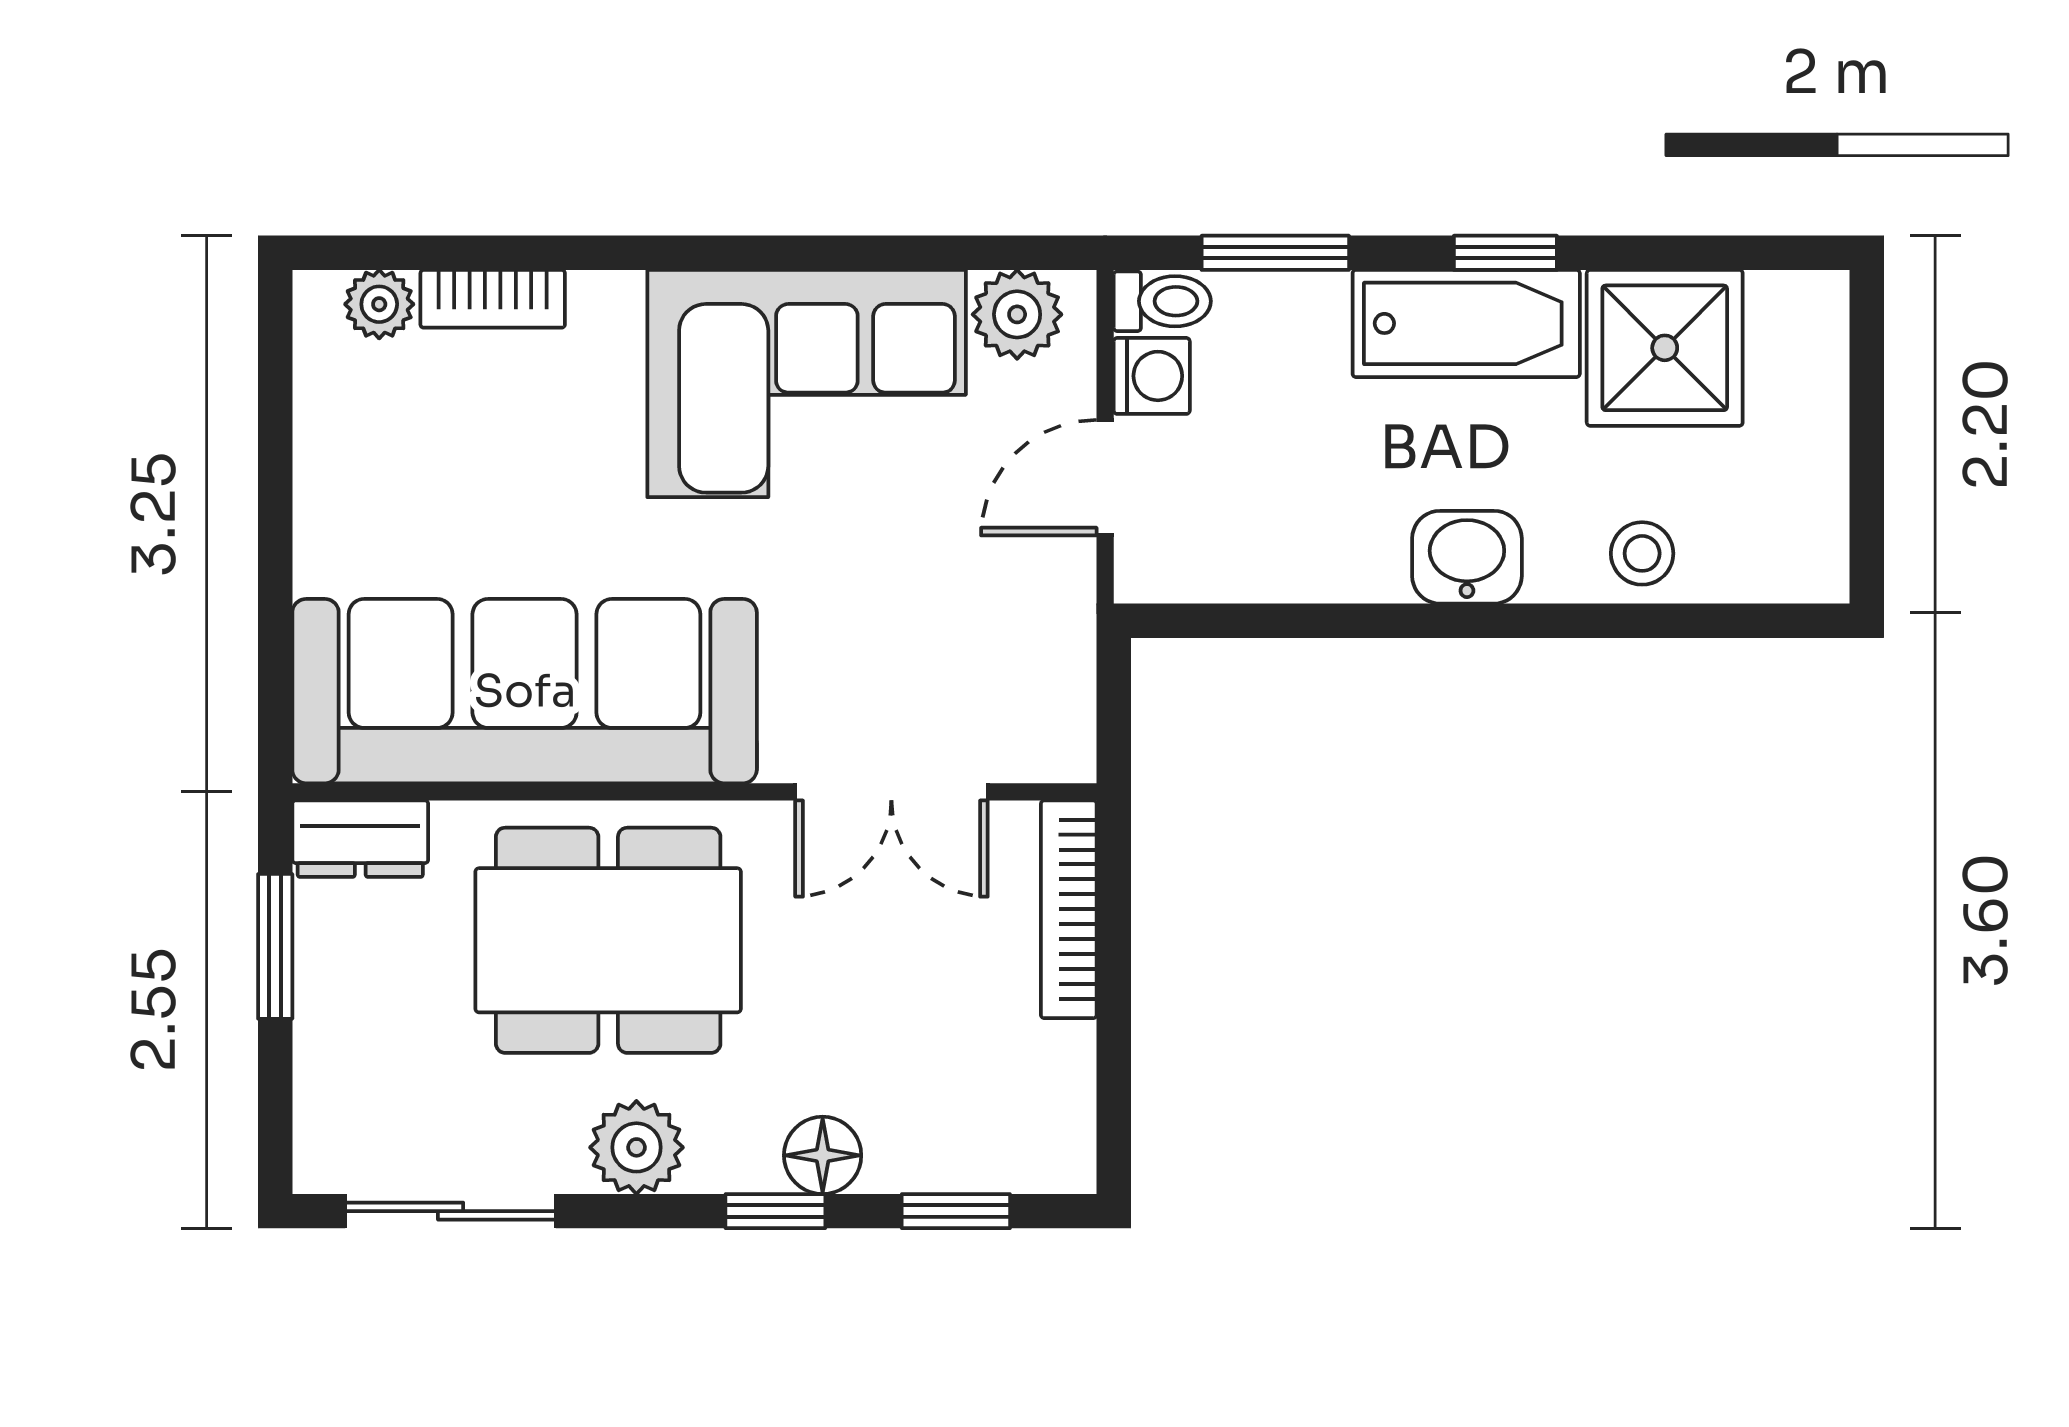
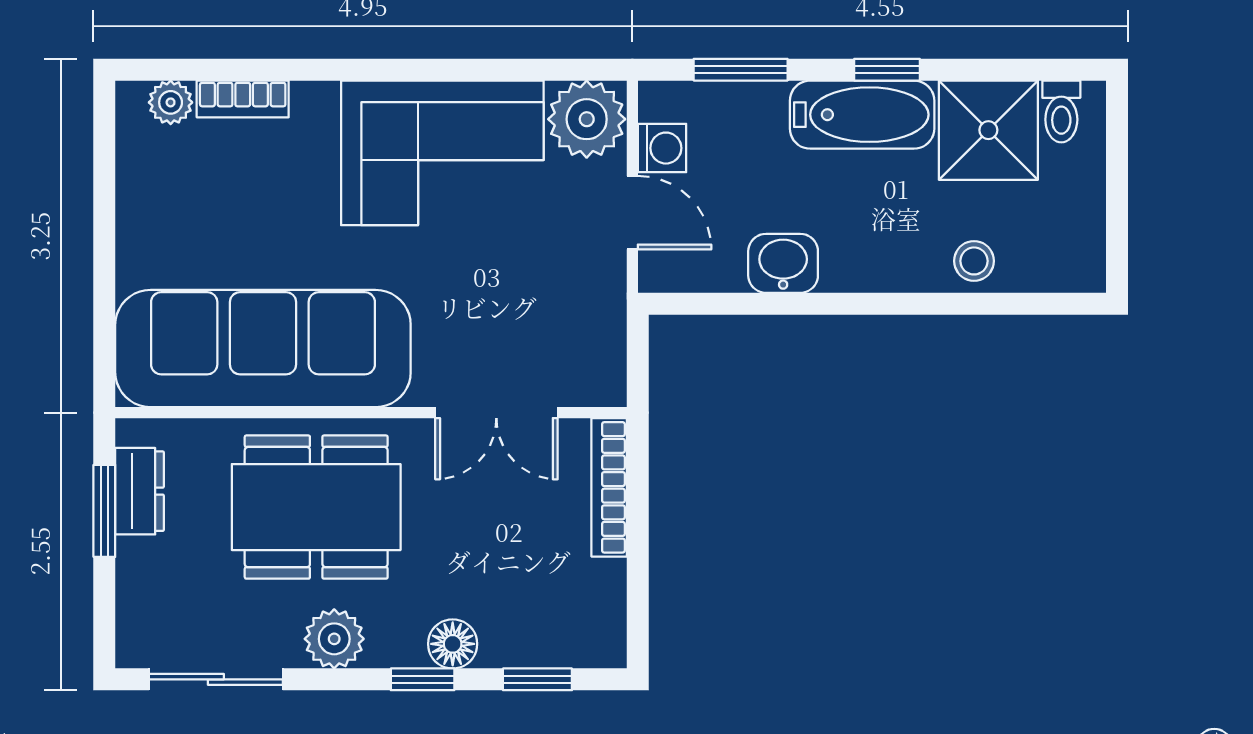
toilet: (1162, 301) -> (1061, 111), moved, turned 90
plant: (1017, 314) -> (587, 119), width x1.36, depth x1.36
door: (1105, 478) -> (632, 213), swing flipped
washbasin: (1467, 557) -> (783, 263), moved
dresser: (360, 839) -> (140, 491), moved, turned -90

